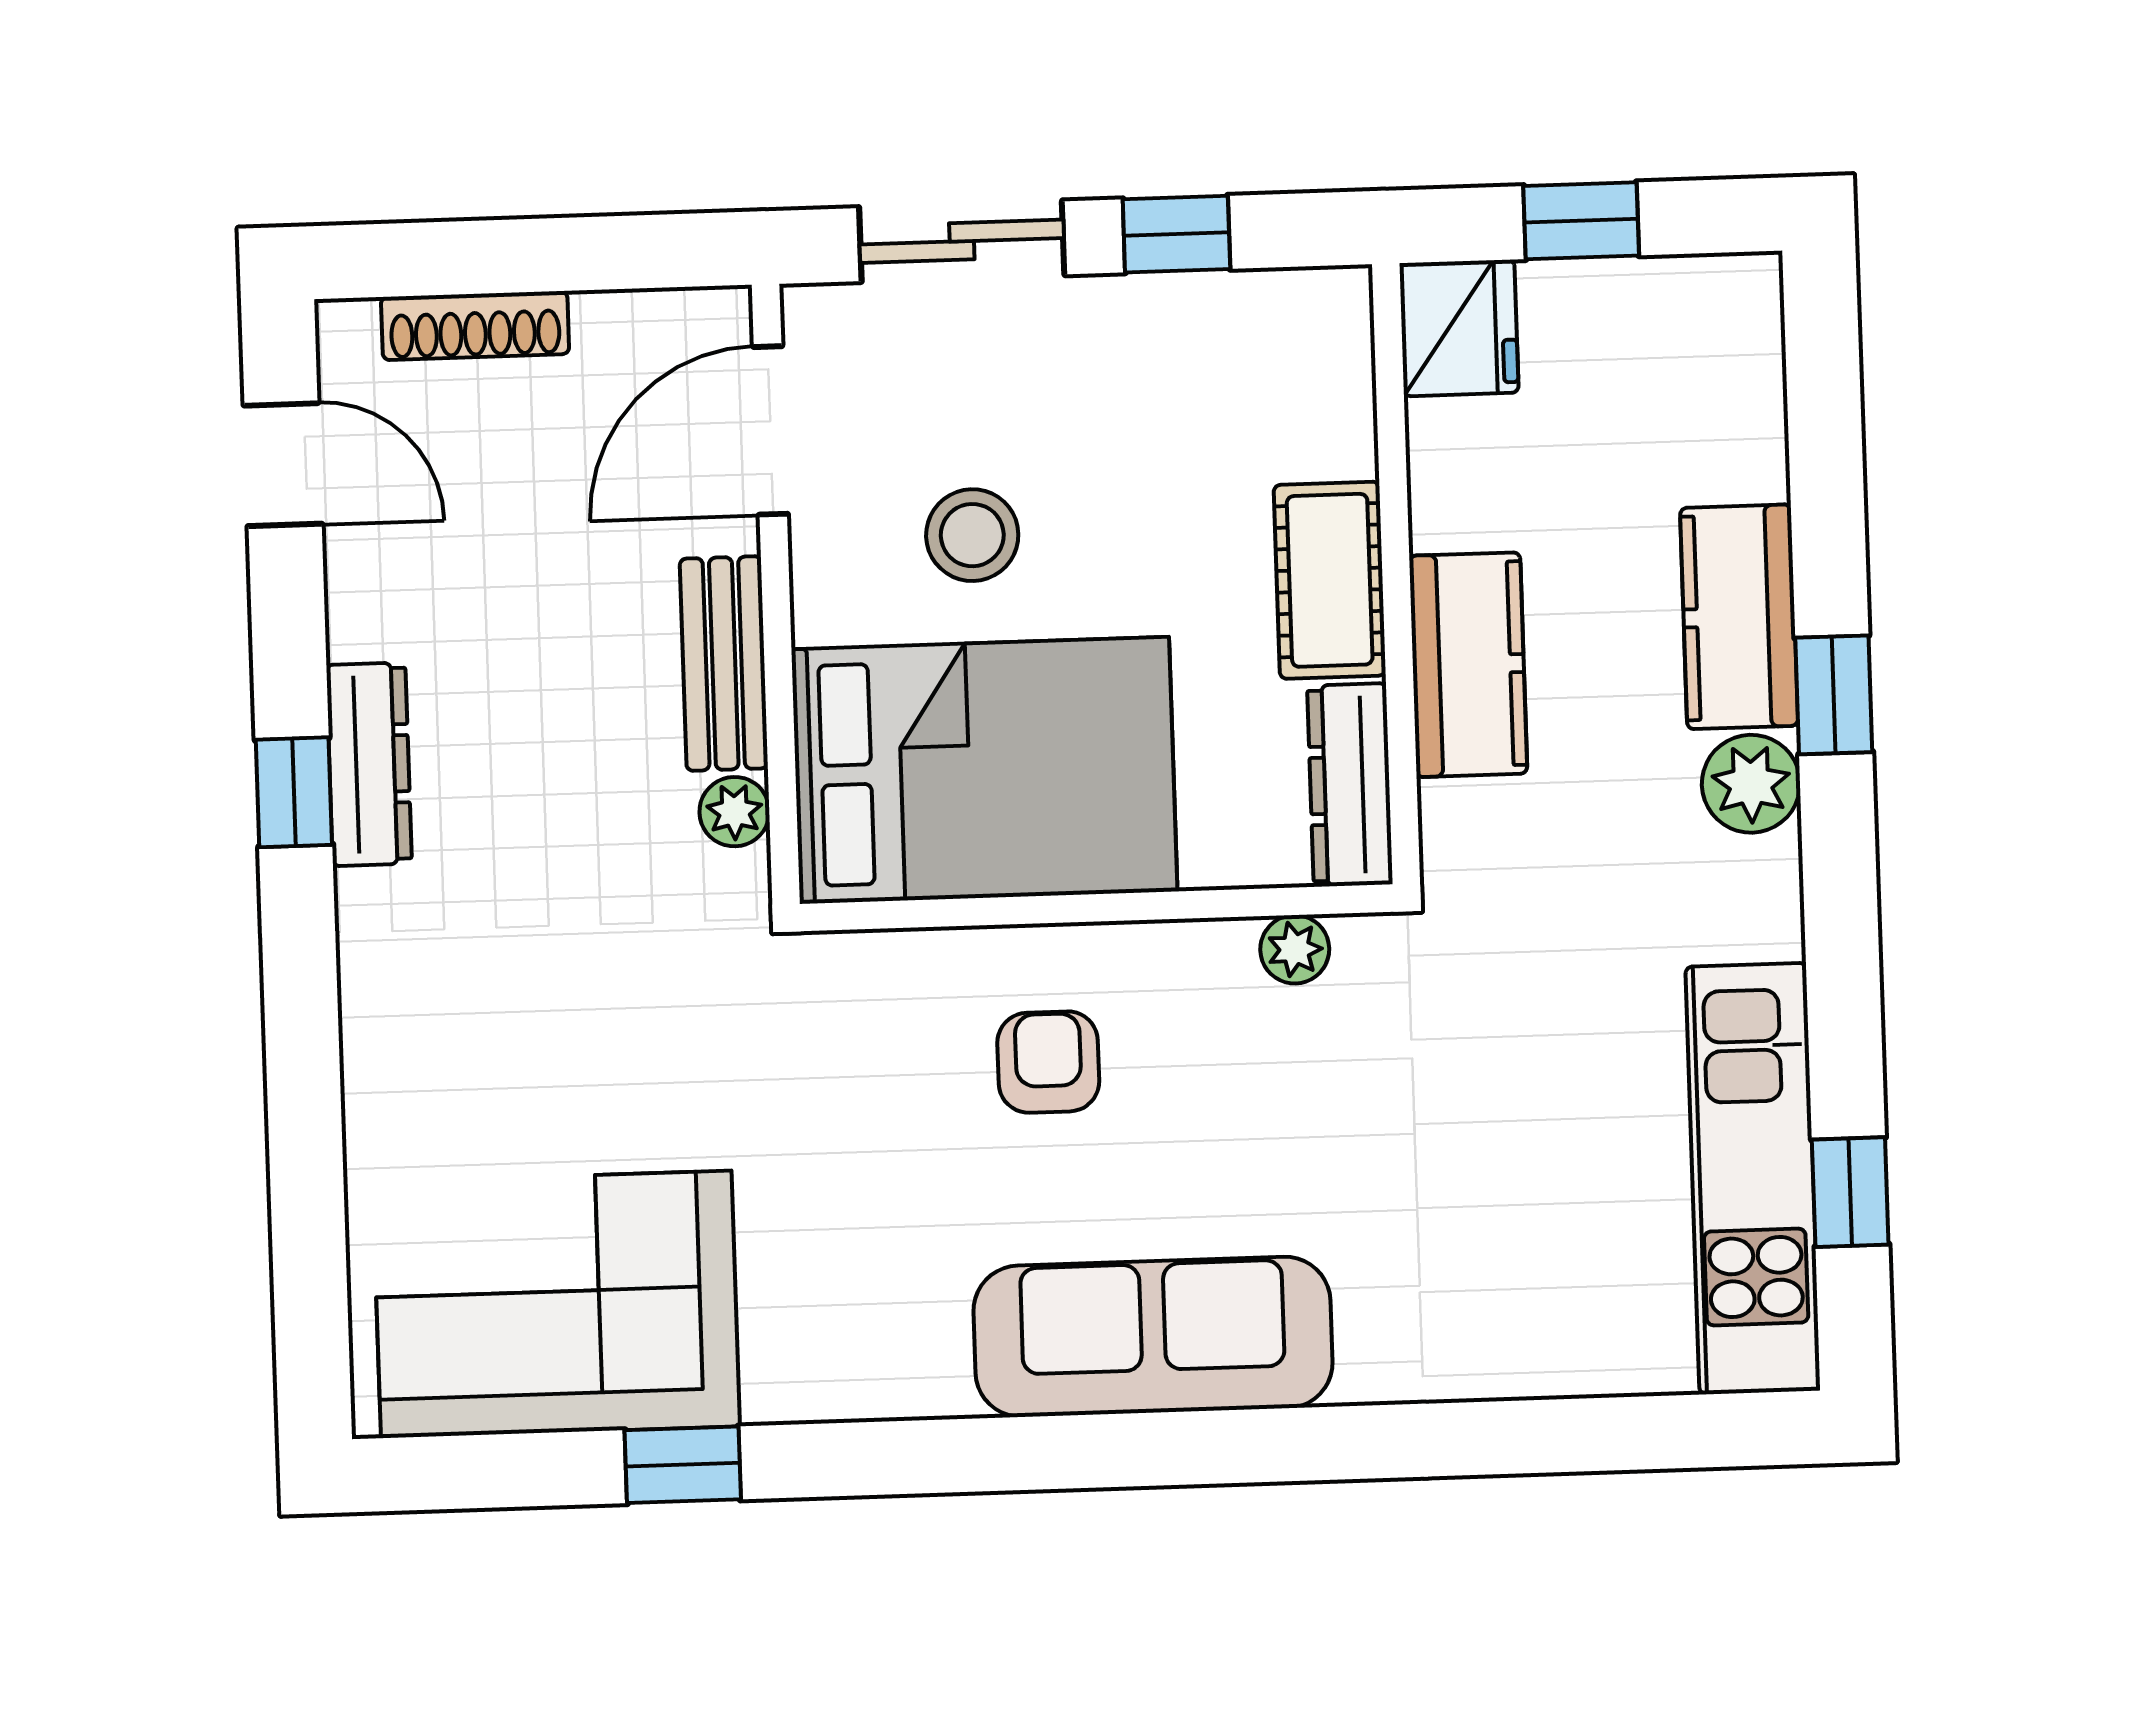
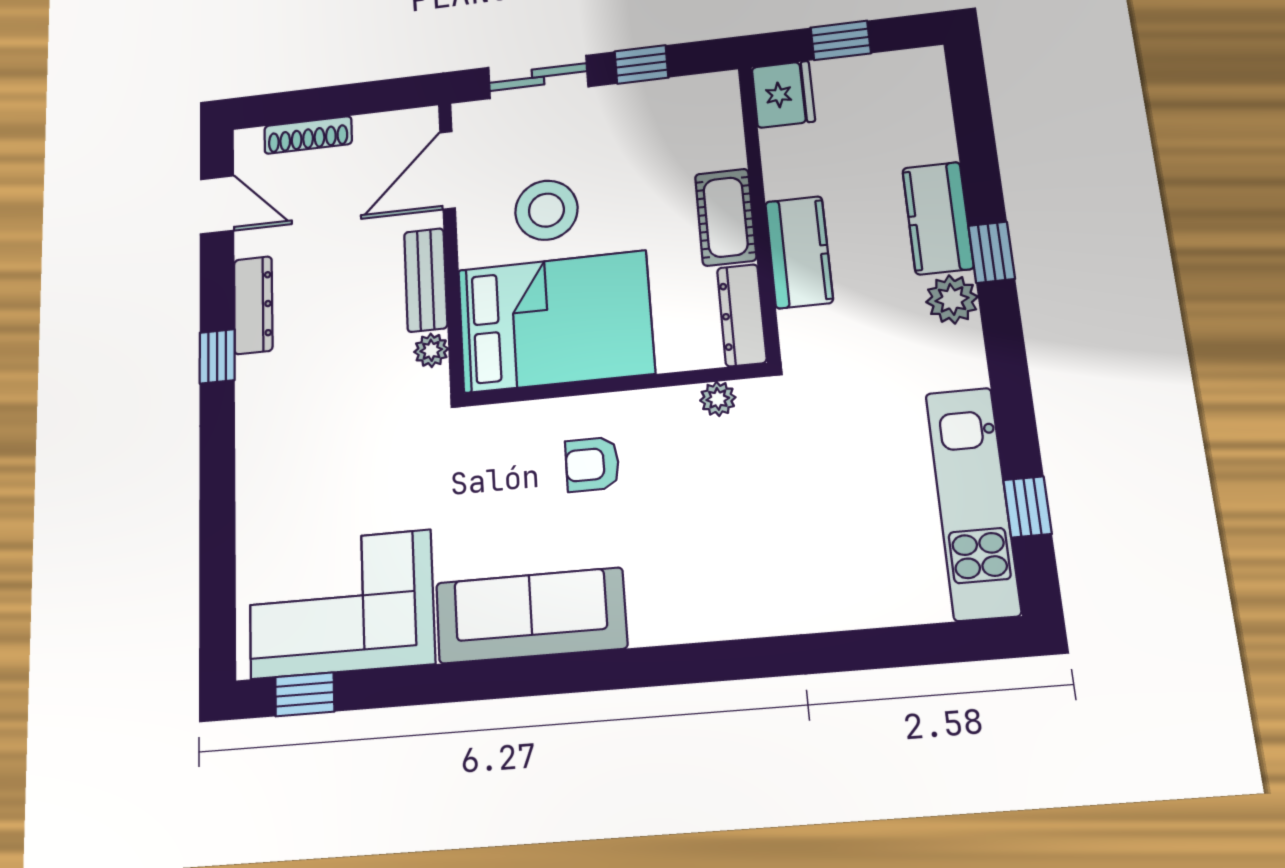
stool: (972, 535) -> (546, 210), width x1.38, depth x1.38
dresser: (369, 764) -> (253, 305), moved
armchair: (1048, 1062) -> (592, 464), turned -90
sofa: (1153, 1337) -> (531, 615), moved
window: (683, 1465) -> (305, 694), moved

